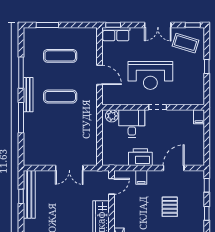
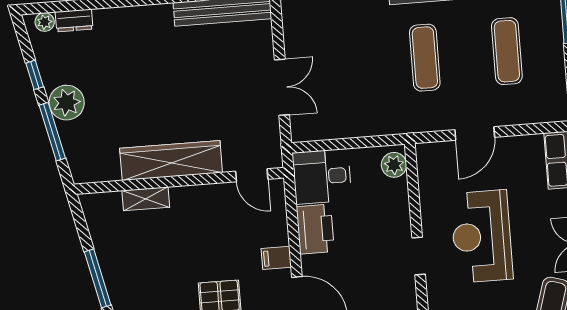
desk: (132, 124) -> (322, 177), moved, turned 180
double door: (69, 168) -> (282, 87), swing flipped
filing cabinet: (141, 177) -> (276, 258), moved

